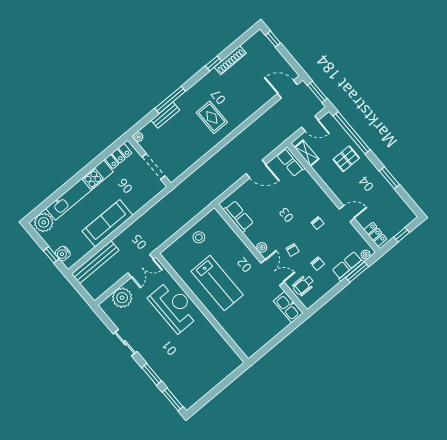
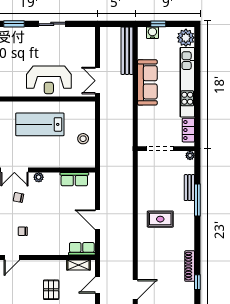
window: (213, 63) -> (197, 282), moved
door: (256, 169) -> (97, 220), hinge flipped
plant: (122, 298) -> (86, 48), removed

